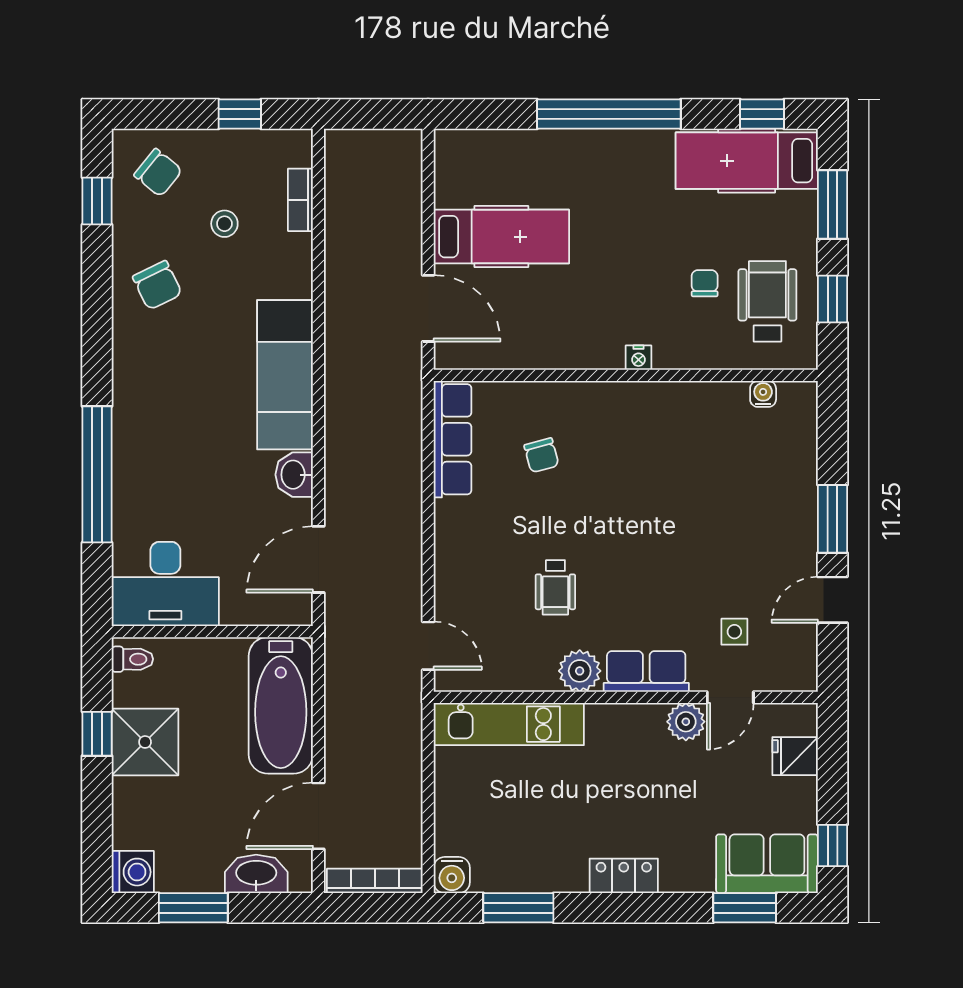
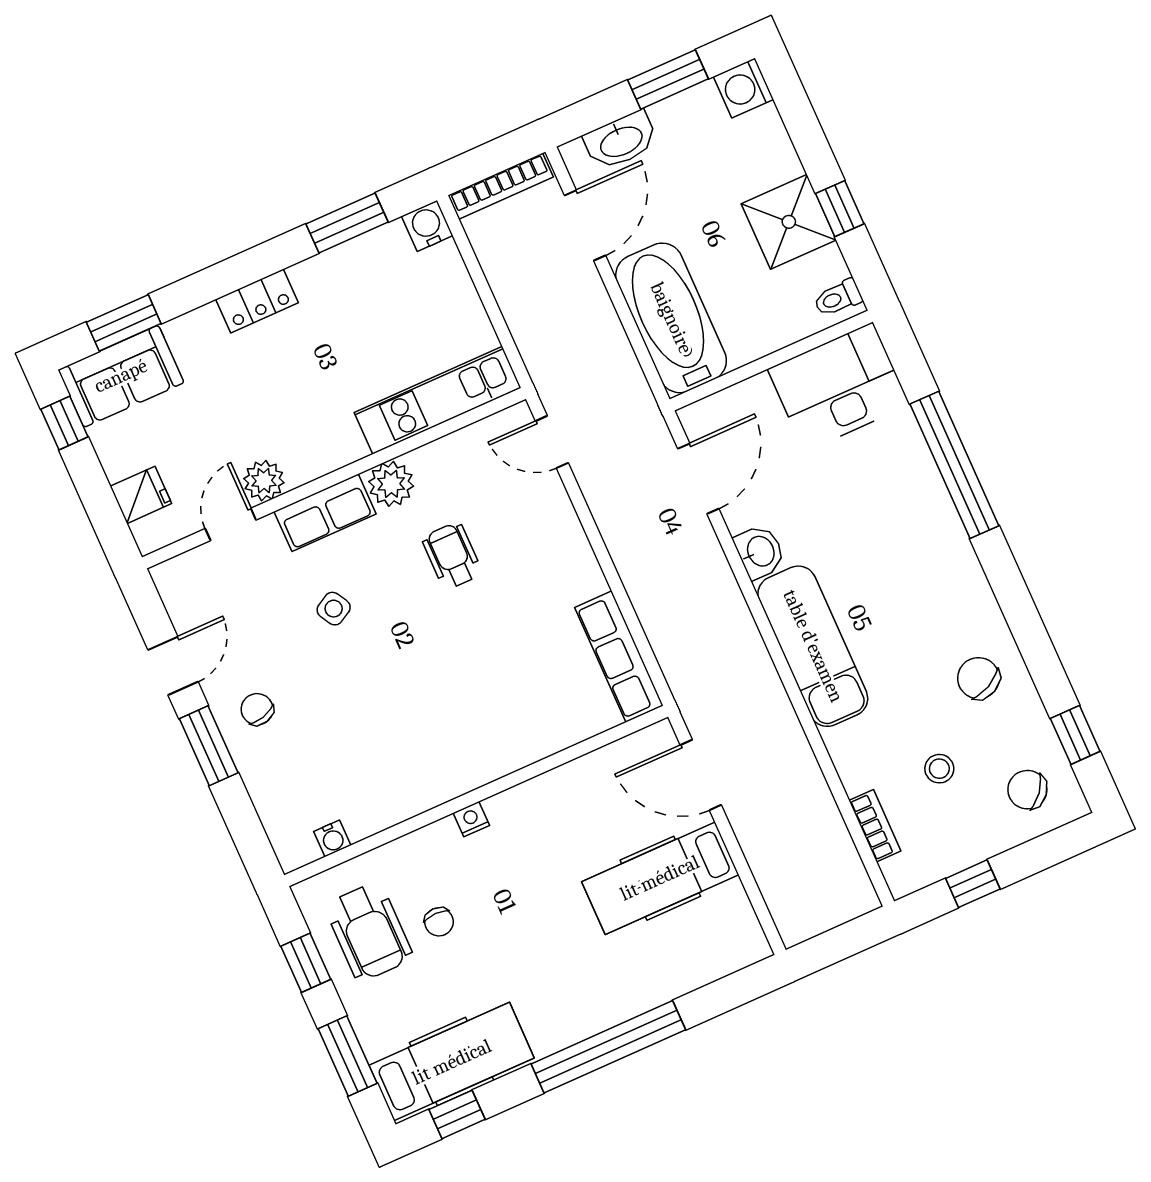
chair: (541, 455) -> (257, 709), moved
side table: (734, 632) -> (334, 609), moved, turned -30

